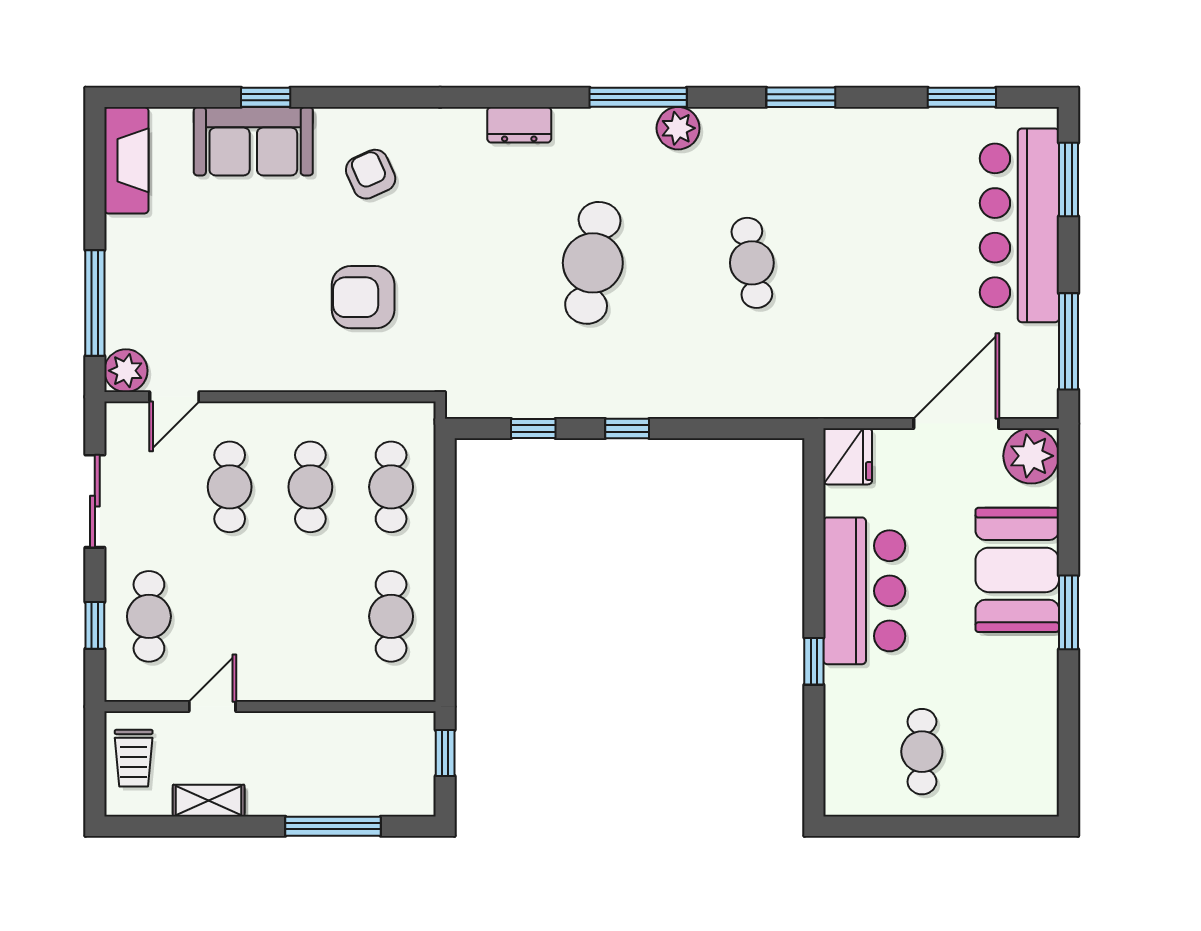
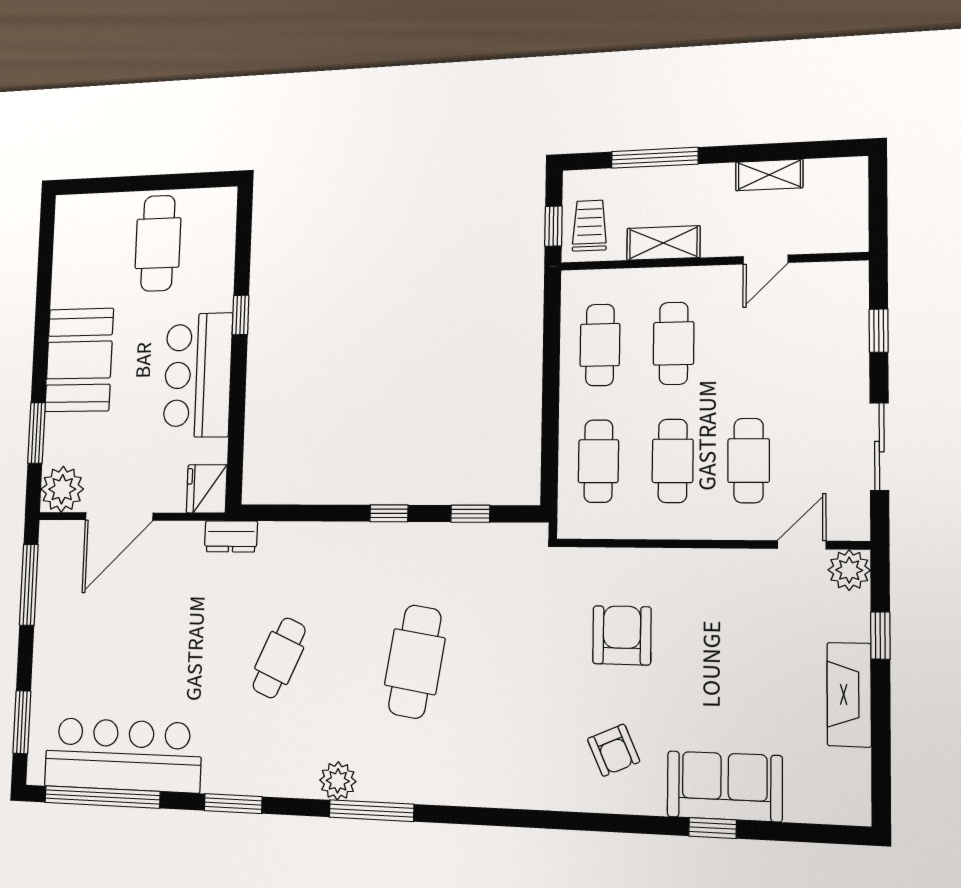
window: (962, 97) -> (102, 797), width x2.11
dresser: (519, 125) -> (231, 536), moved, turned 180
fireplace: (126, 160) -> (849, 695), moved
bar counter: (1019, 225) -> (123, 755), moved, turned -90
cafe table: (752, 263) -> (279, 658), turned 33
armchair: (363, 297) -> (622, 635), turned -90
window: (95, 303) -> (880, 635), width x0.46
booth: (1017, 570) -> (79, 360), moved
window: (1069, 612) -> (36, 433), moved
cafe table: (149, 616) -> (674, 343), moved
shelving: (322, 729) -> (663, 243), added
cafe table: (922, 752) -> (158, 243), width x1.37, depth x1.35
trolley: (134, 758) -> (590, 226), moved

